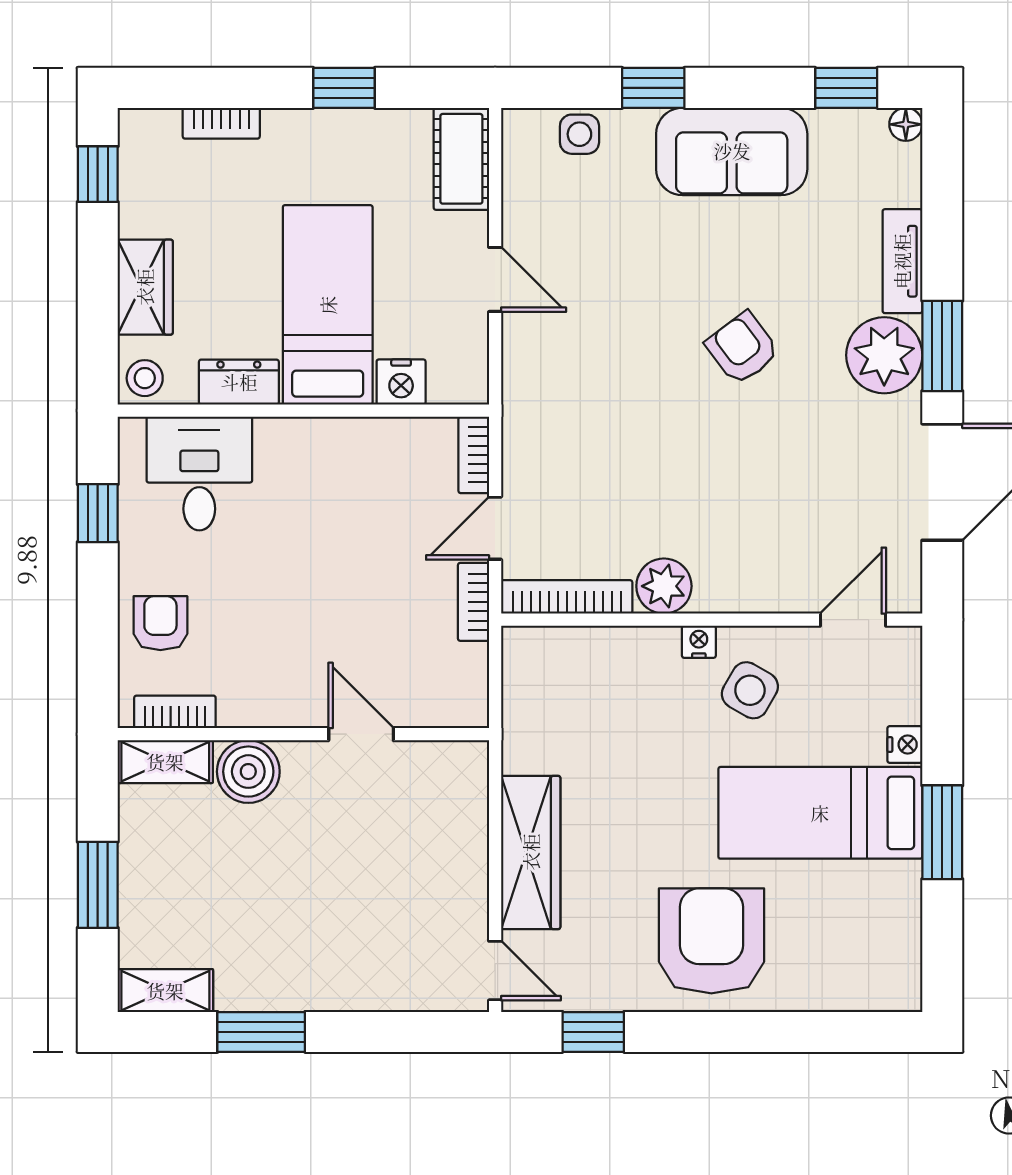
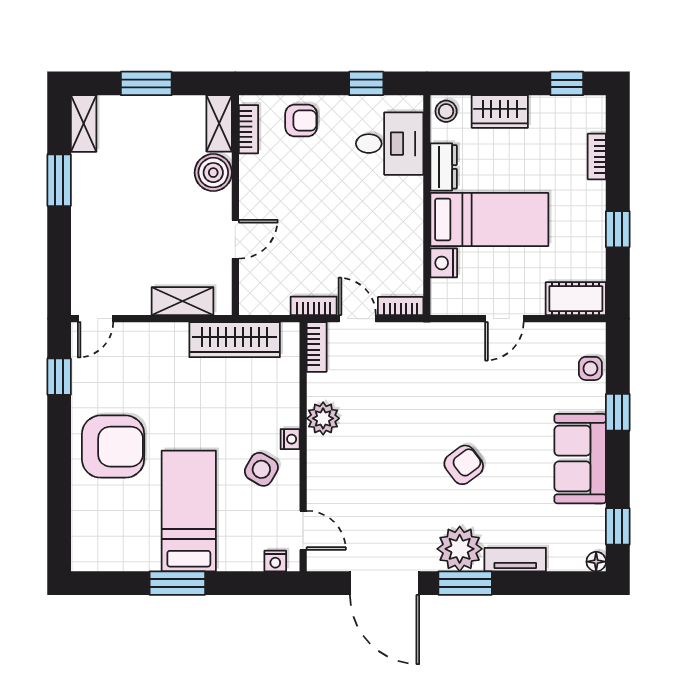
bookcase: (567, 597) -> (317, 347), width x0.64
nightstand: (905, 744) -> (275, 561), moved
shelving: (466, 824) -> (183, 301), added
wardrobe: (531, 852) -> (235, 340), moved

